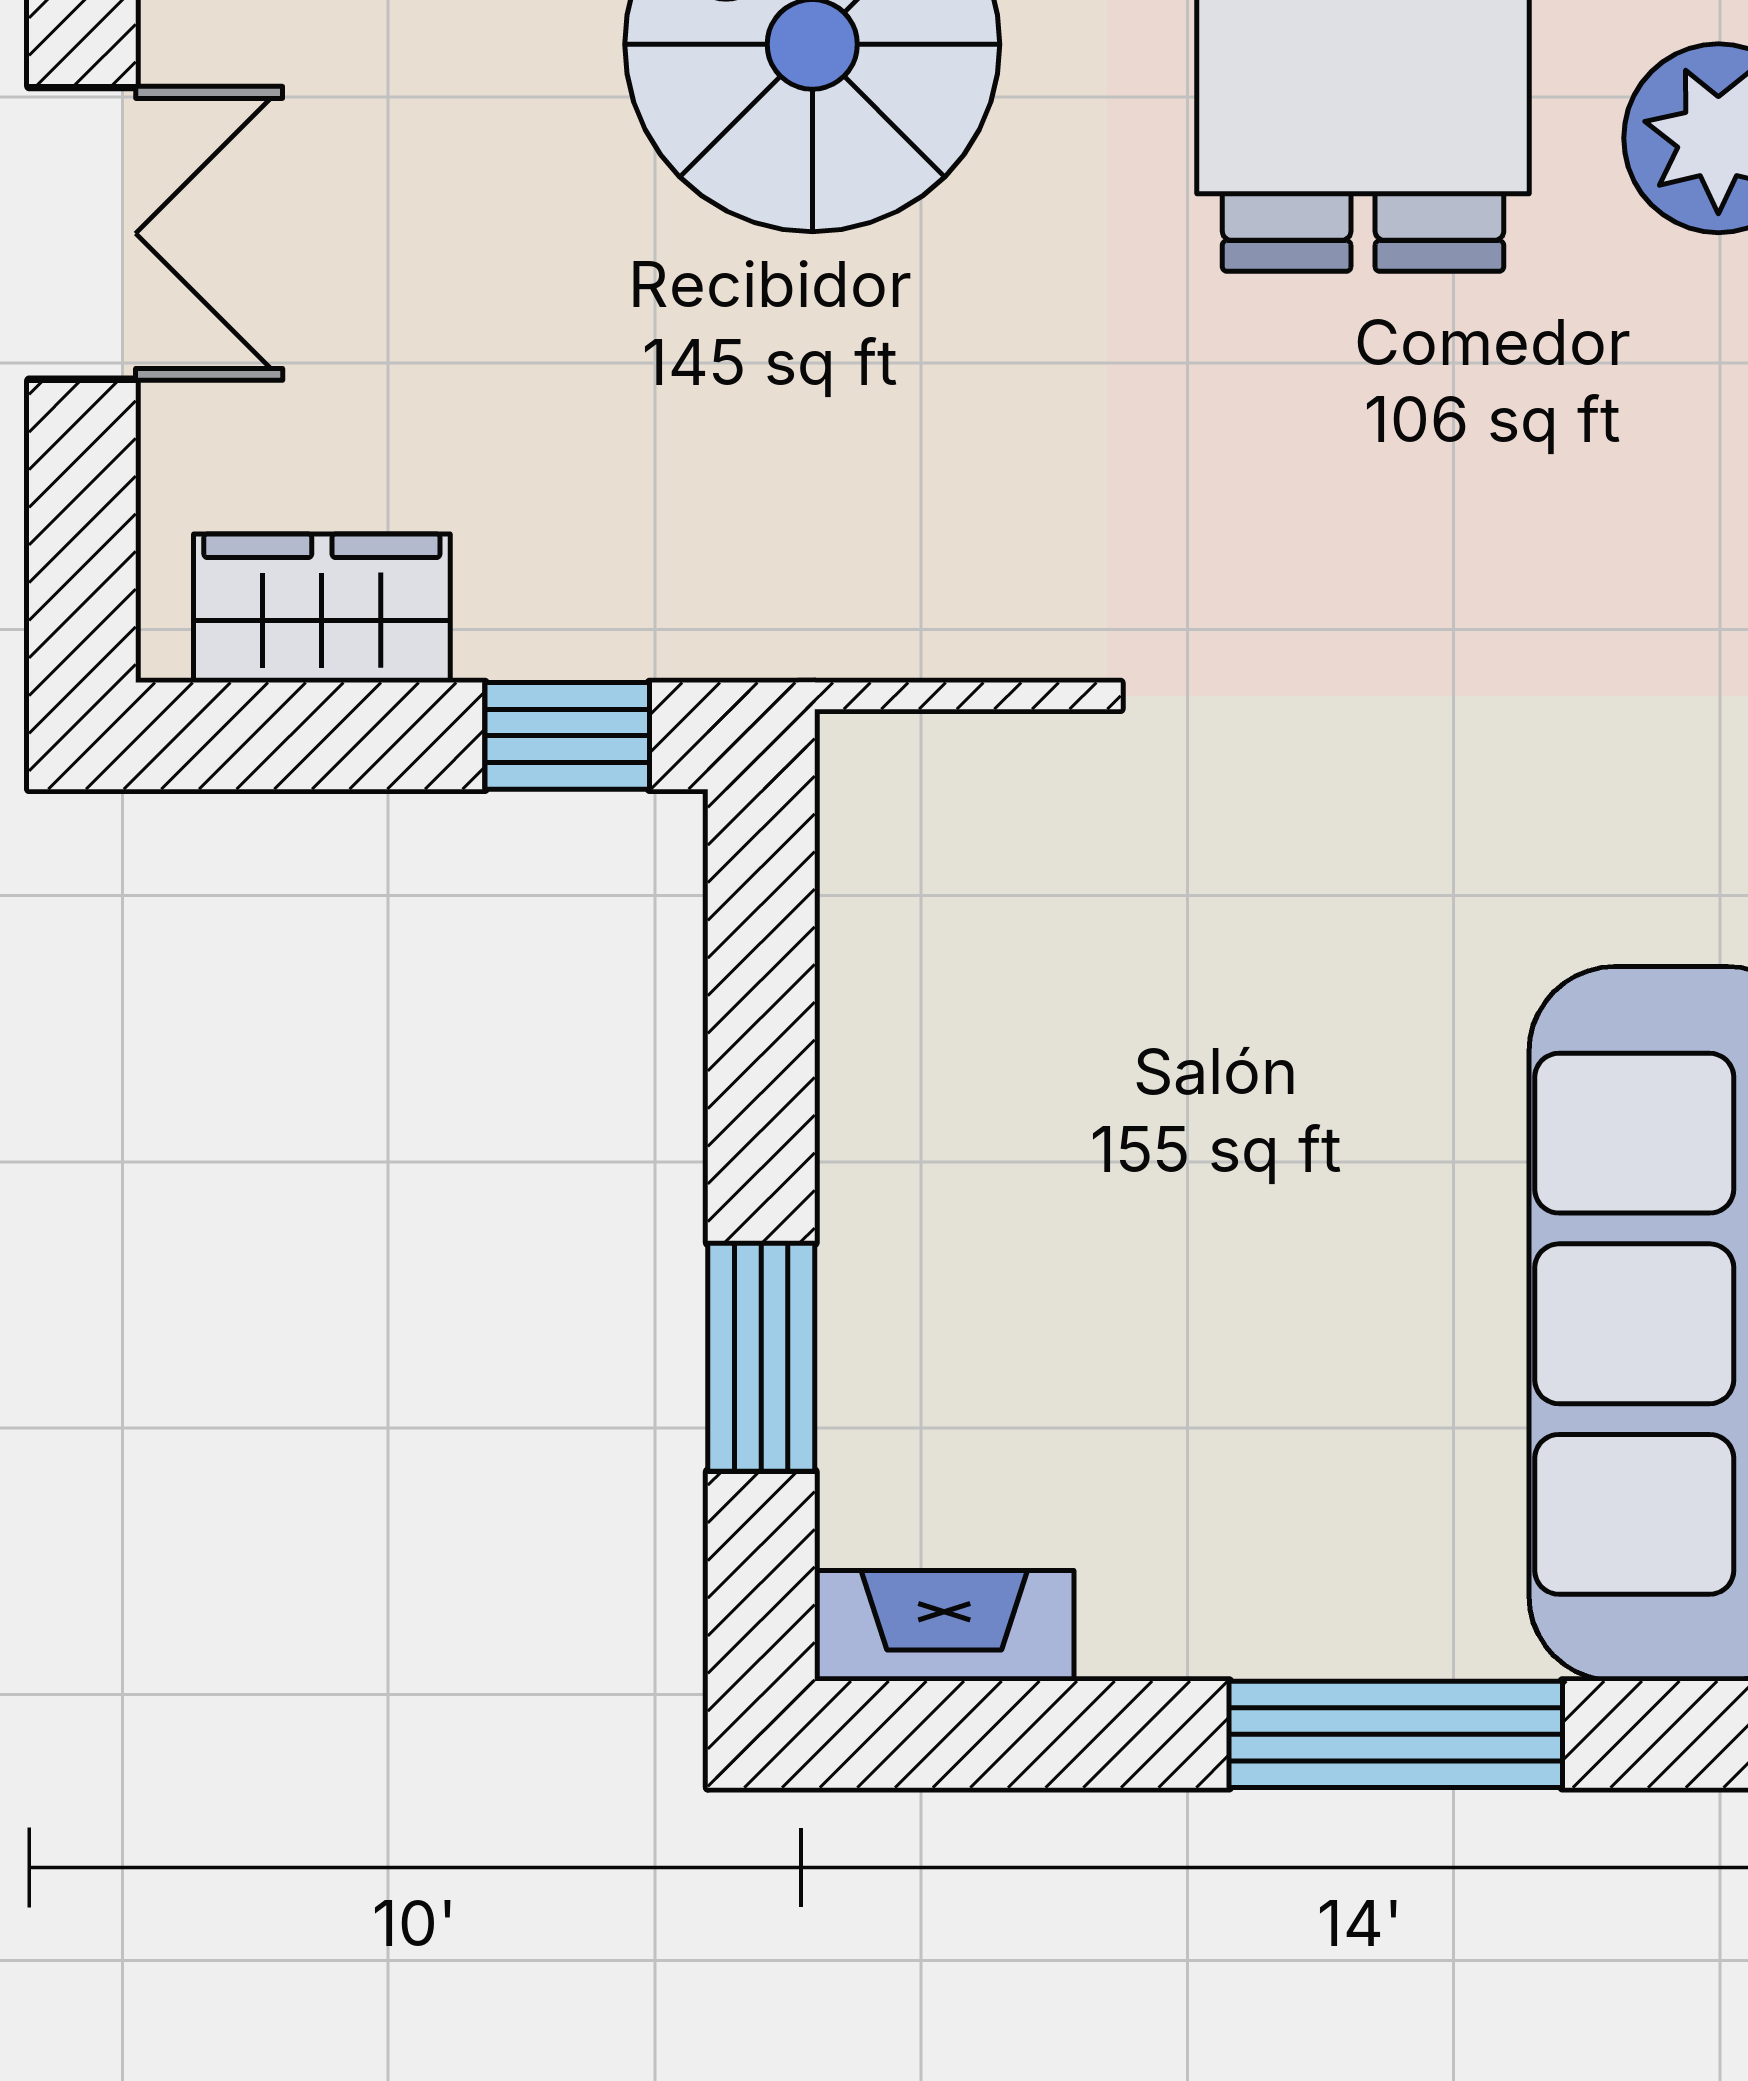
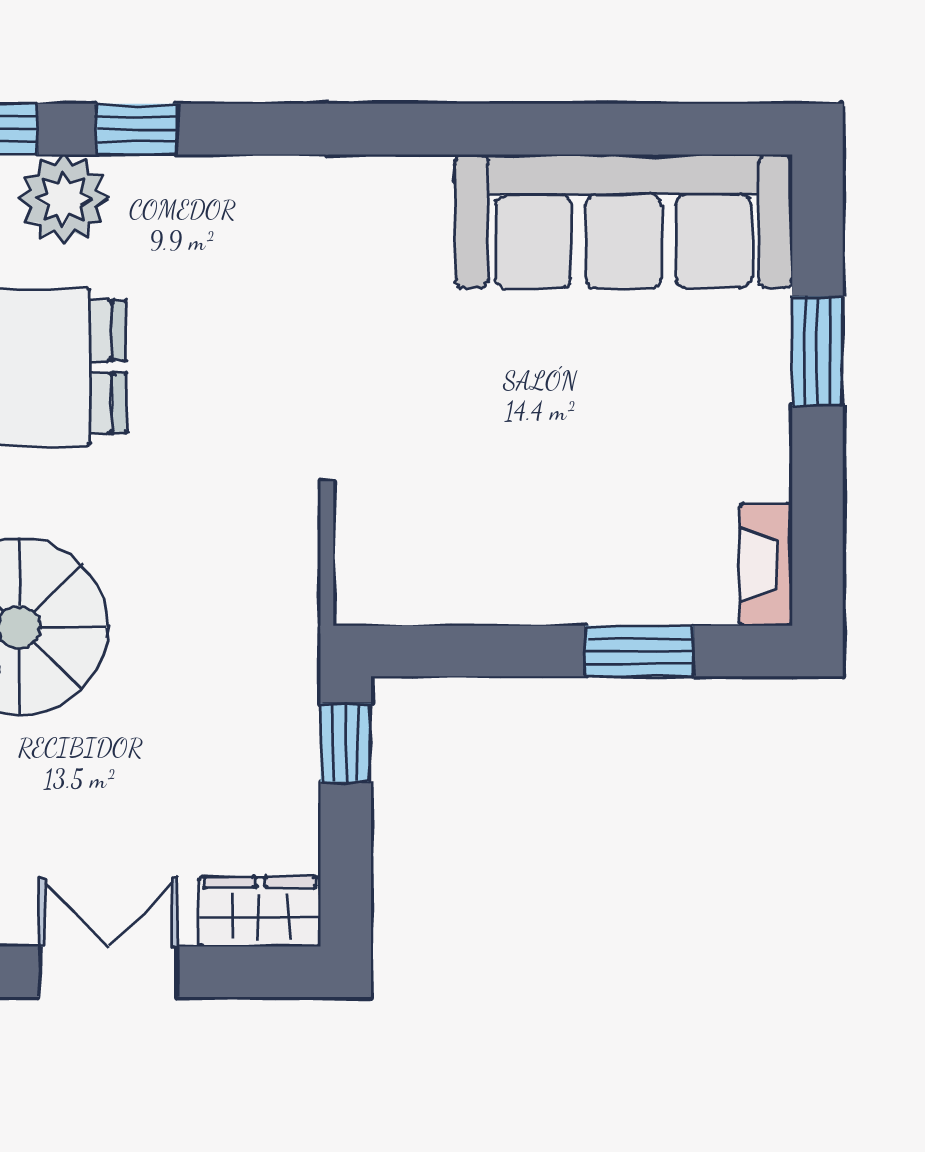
wardrobe: (322, 608) -> (260, 912), moved, turned 90
window: (1396, 1734) -> (817, 351), width x0.69

